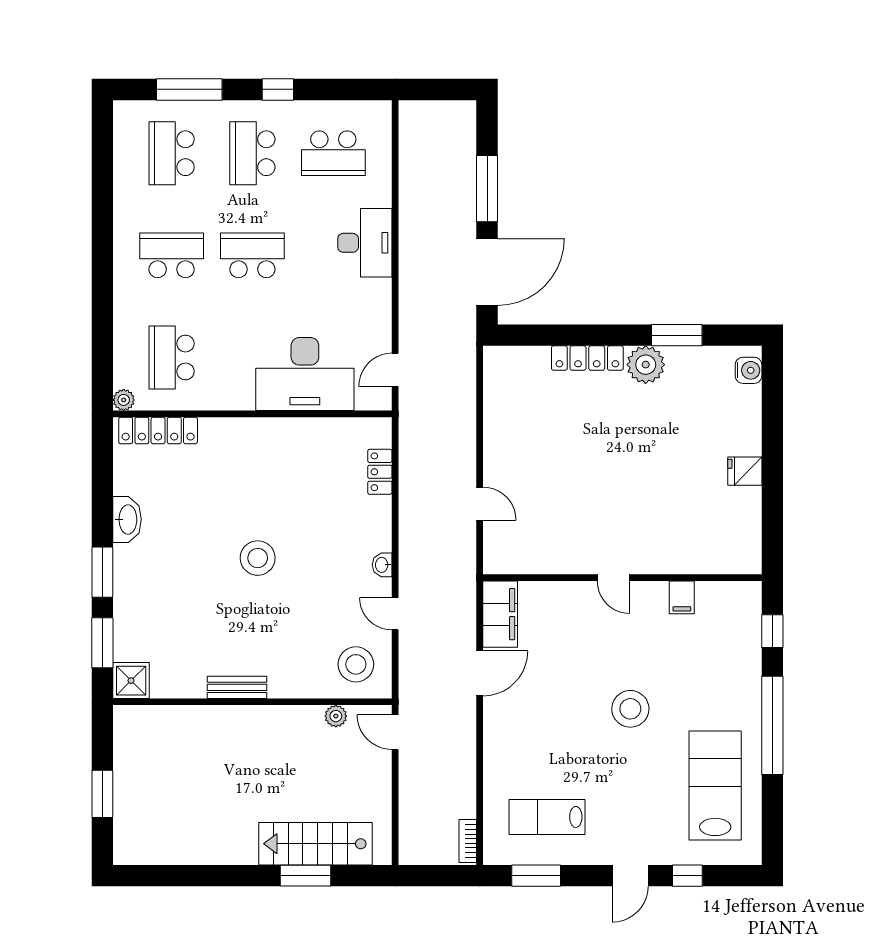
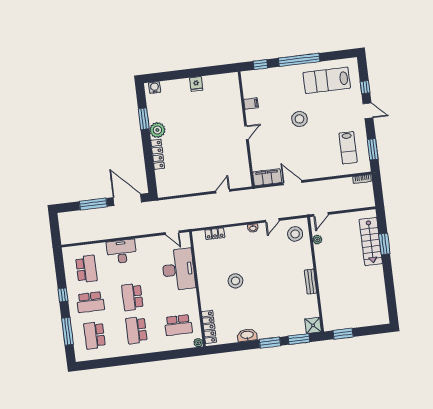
school desk: (172, 153) -> (95, 335), turned 90
stool: (258, 558) -> (236, 281), moved
window: (102, 794) -> (343, 334), moved

